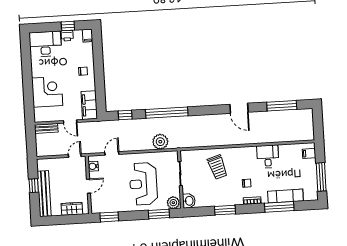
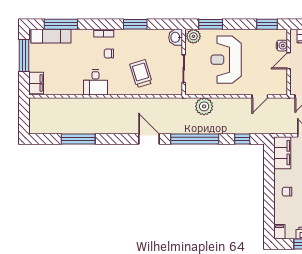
window: (282, 106) -> (78, 139), moved
door: (239, 108) -> (149, 139), moved
filing cabinet: (309, 153) -> (36, 83), width x2.00
desk: (268, 157) -> (95, 82), moved
water cooler: (93, 166) -> (282, 46), moved
reception desk: (143, 184) -> (226, 60), turned 180
exam couch: (285, 196) -> (51, 36), moved
window: (279, 207) -> (61, 24), moved

